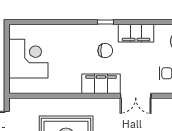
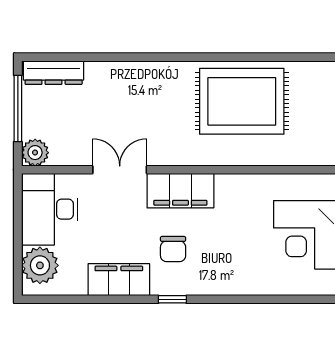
chair: (105, 51) -> (173, 249), turned -90

